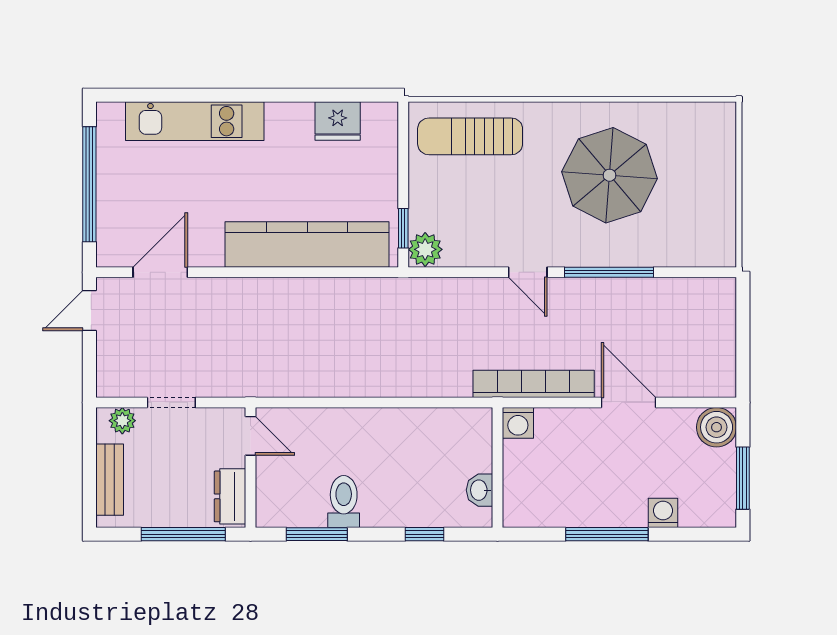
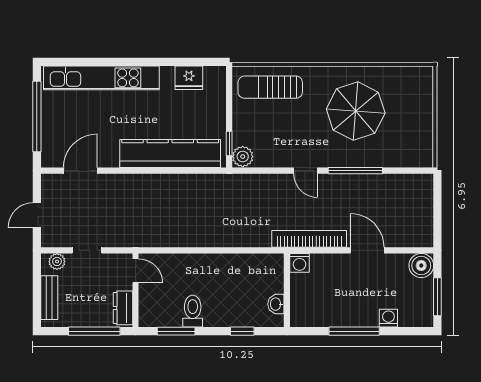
kitchen unit: (195, 121) -> (101, 78), width x1.36
door: (89, 311) -> (37, 215), moved

